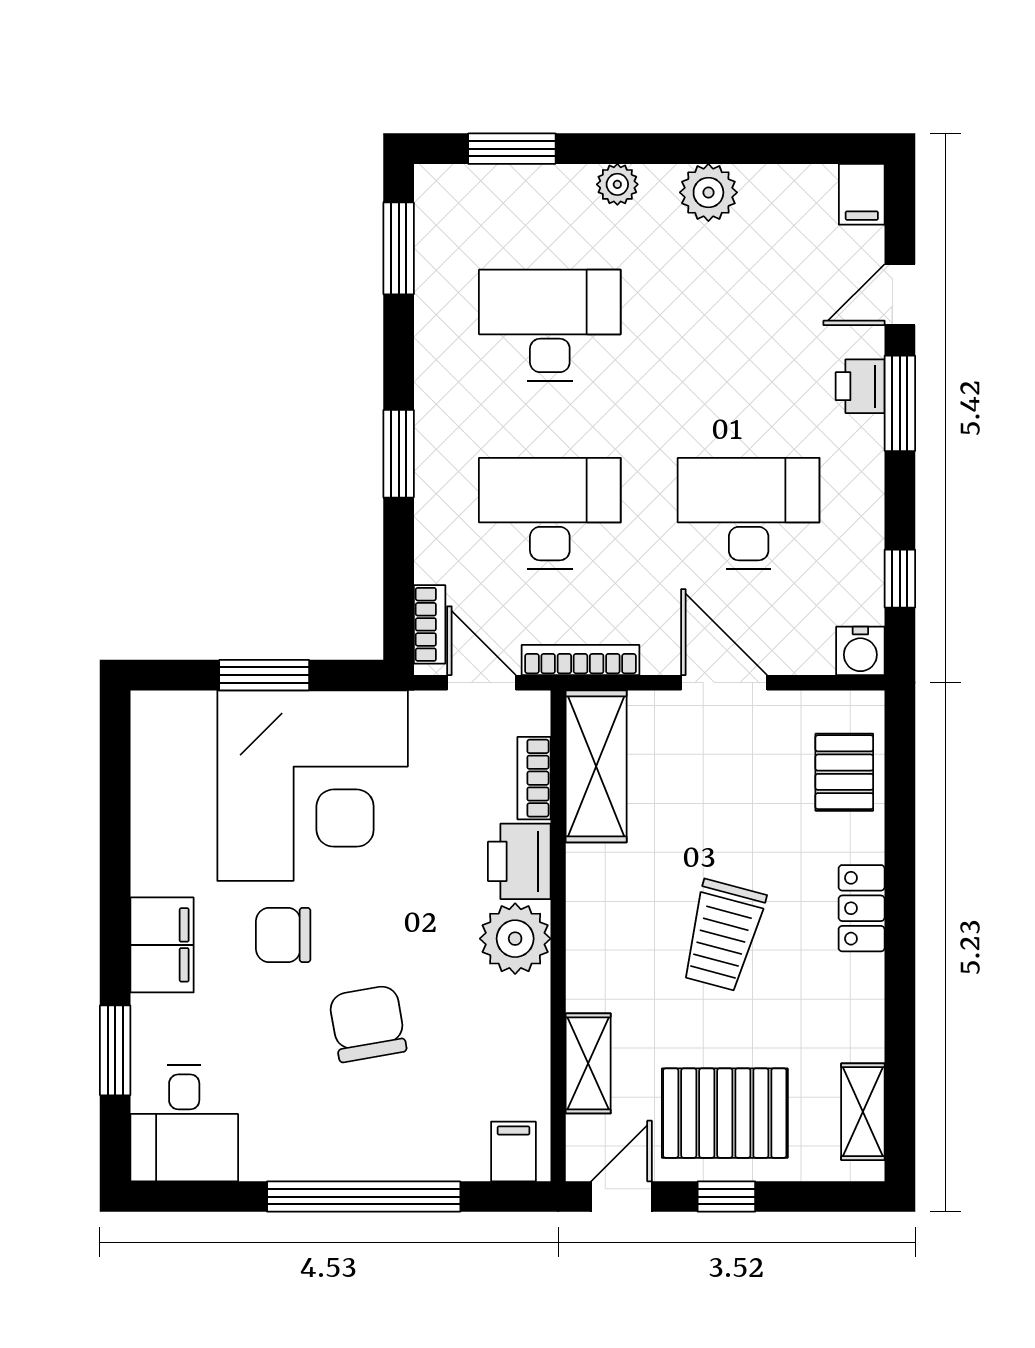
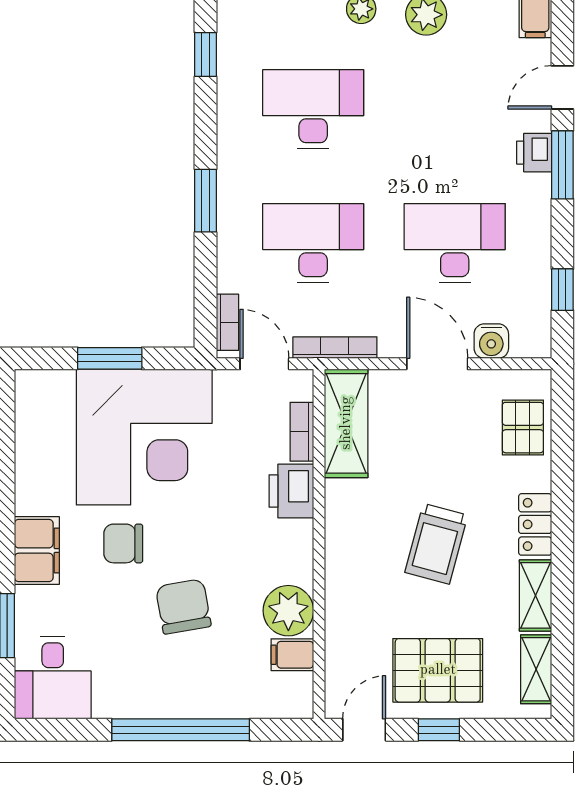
window: (399, 248) -> (205, 54), width x0.67
water cooler: (860, 651) -> (491, 341), moved
plant: (515, 939) -> (288, 611), moved
shelving: (588, 1063) -> (536, 595), moved
filing cabinet: (513, 1151) -> (292, 655), moved, turned -90

